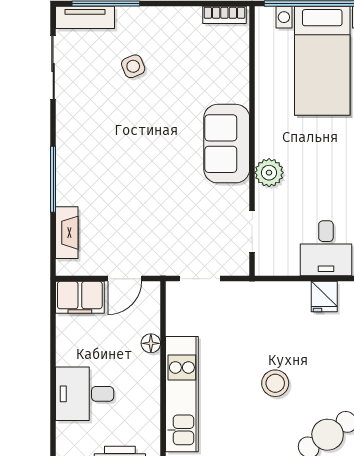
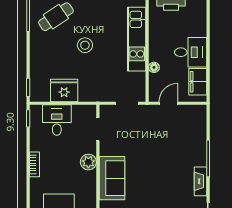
fireplace: (67, 233) -> (201, 181), moved
filing cabinet: (80, 297) -> (198, 82), moved, turned -90
fridge: (324, 297) -> (64, 90), width x1.88, depth x1.34
desk: (85, 394) -> (191, 52), moved

